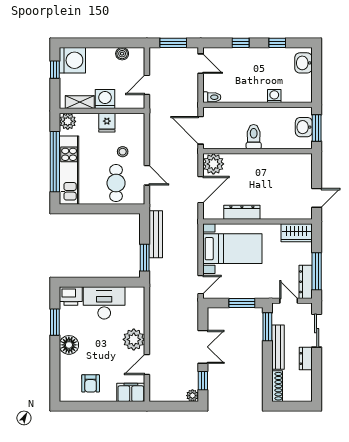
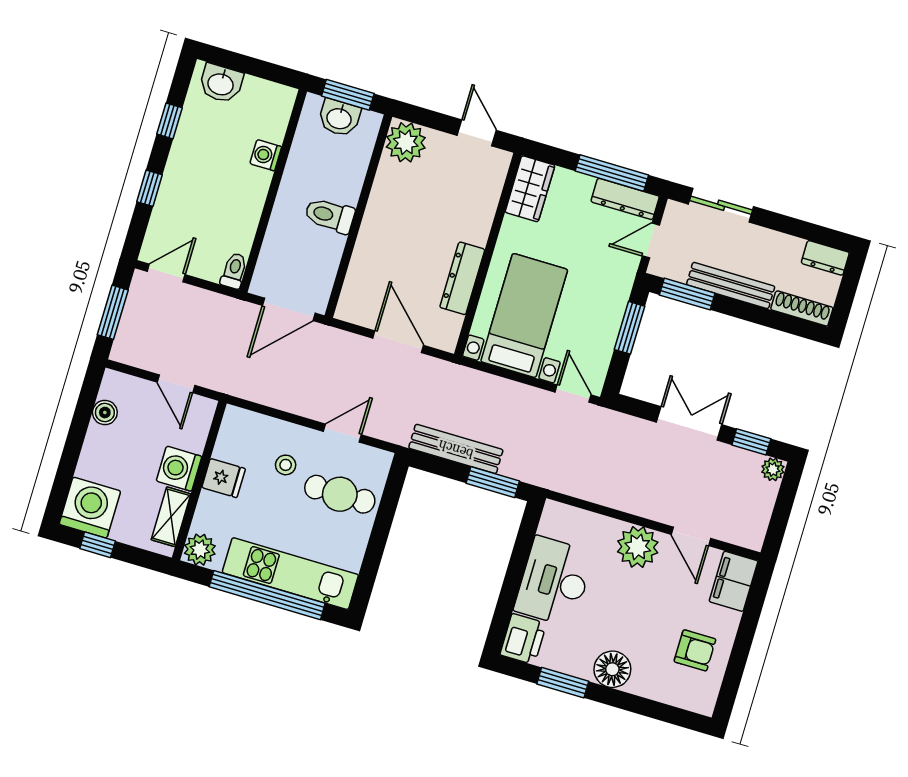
plant: (213, 164) -> (406, 142), moved
dresser: (306, 358) -> (825, 258), moved

